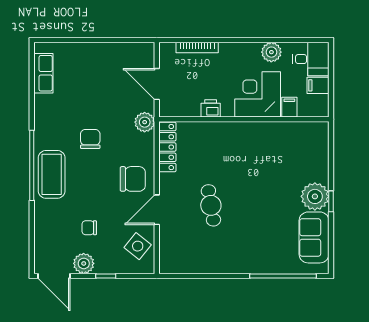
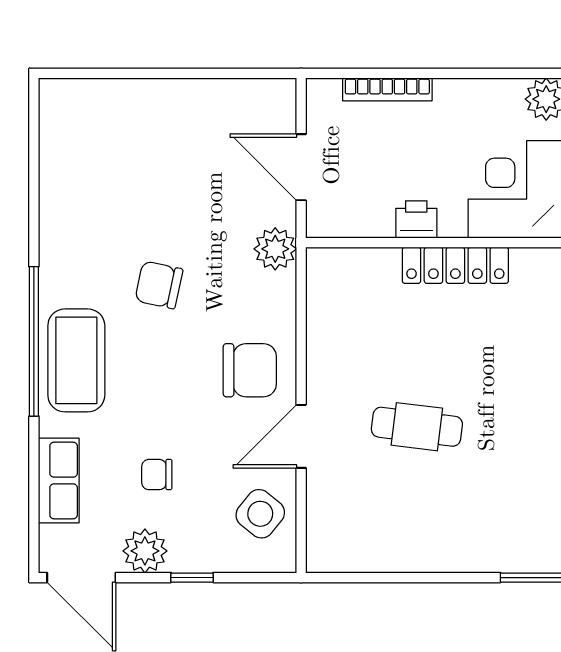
row of seats: (43, 73) -> (59, 480), moved
chair: (90, 139) -> (159, 285), turned -78
locker: (167, 147) -> (455, 265), moved, turned 90
cafe table: (211, 205) -> (417, 427), turned -73

